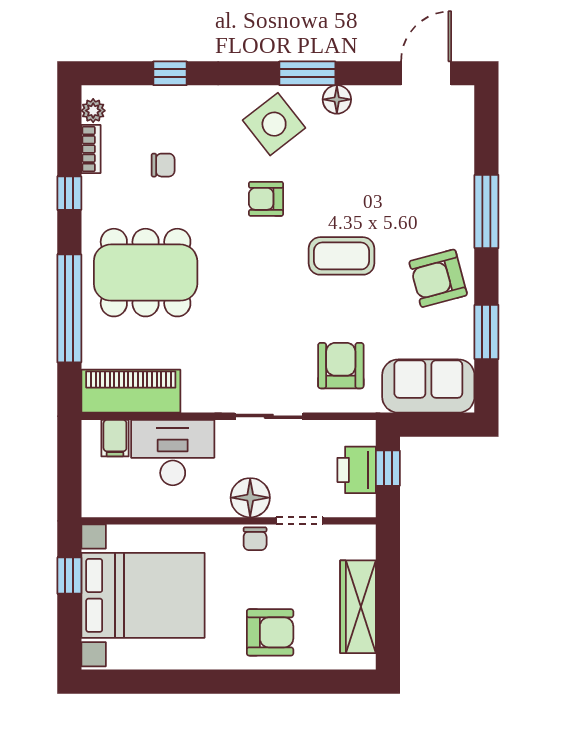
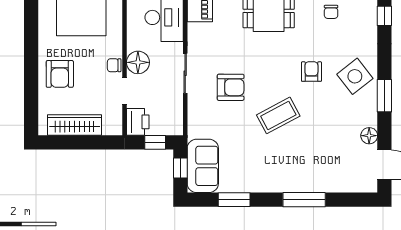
floor lamp: (337, 99) -> (369, 136), moved
coffee table: (341, 256) -> (278, 115), turned 62
armchair: (438, 278) -> (265, 172), removed
armchair: (341, 366) -> (231, 87), moved
window: (432, 425) -> (180, 168), added
printer: (357, 470) -> (138, 122), moved, turned 90

